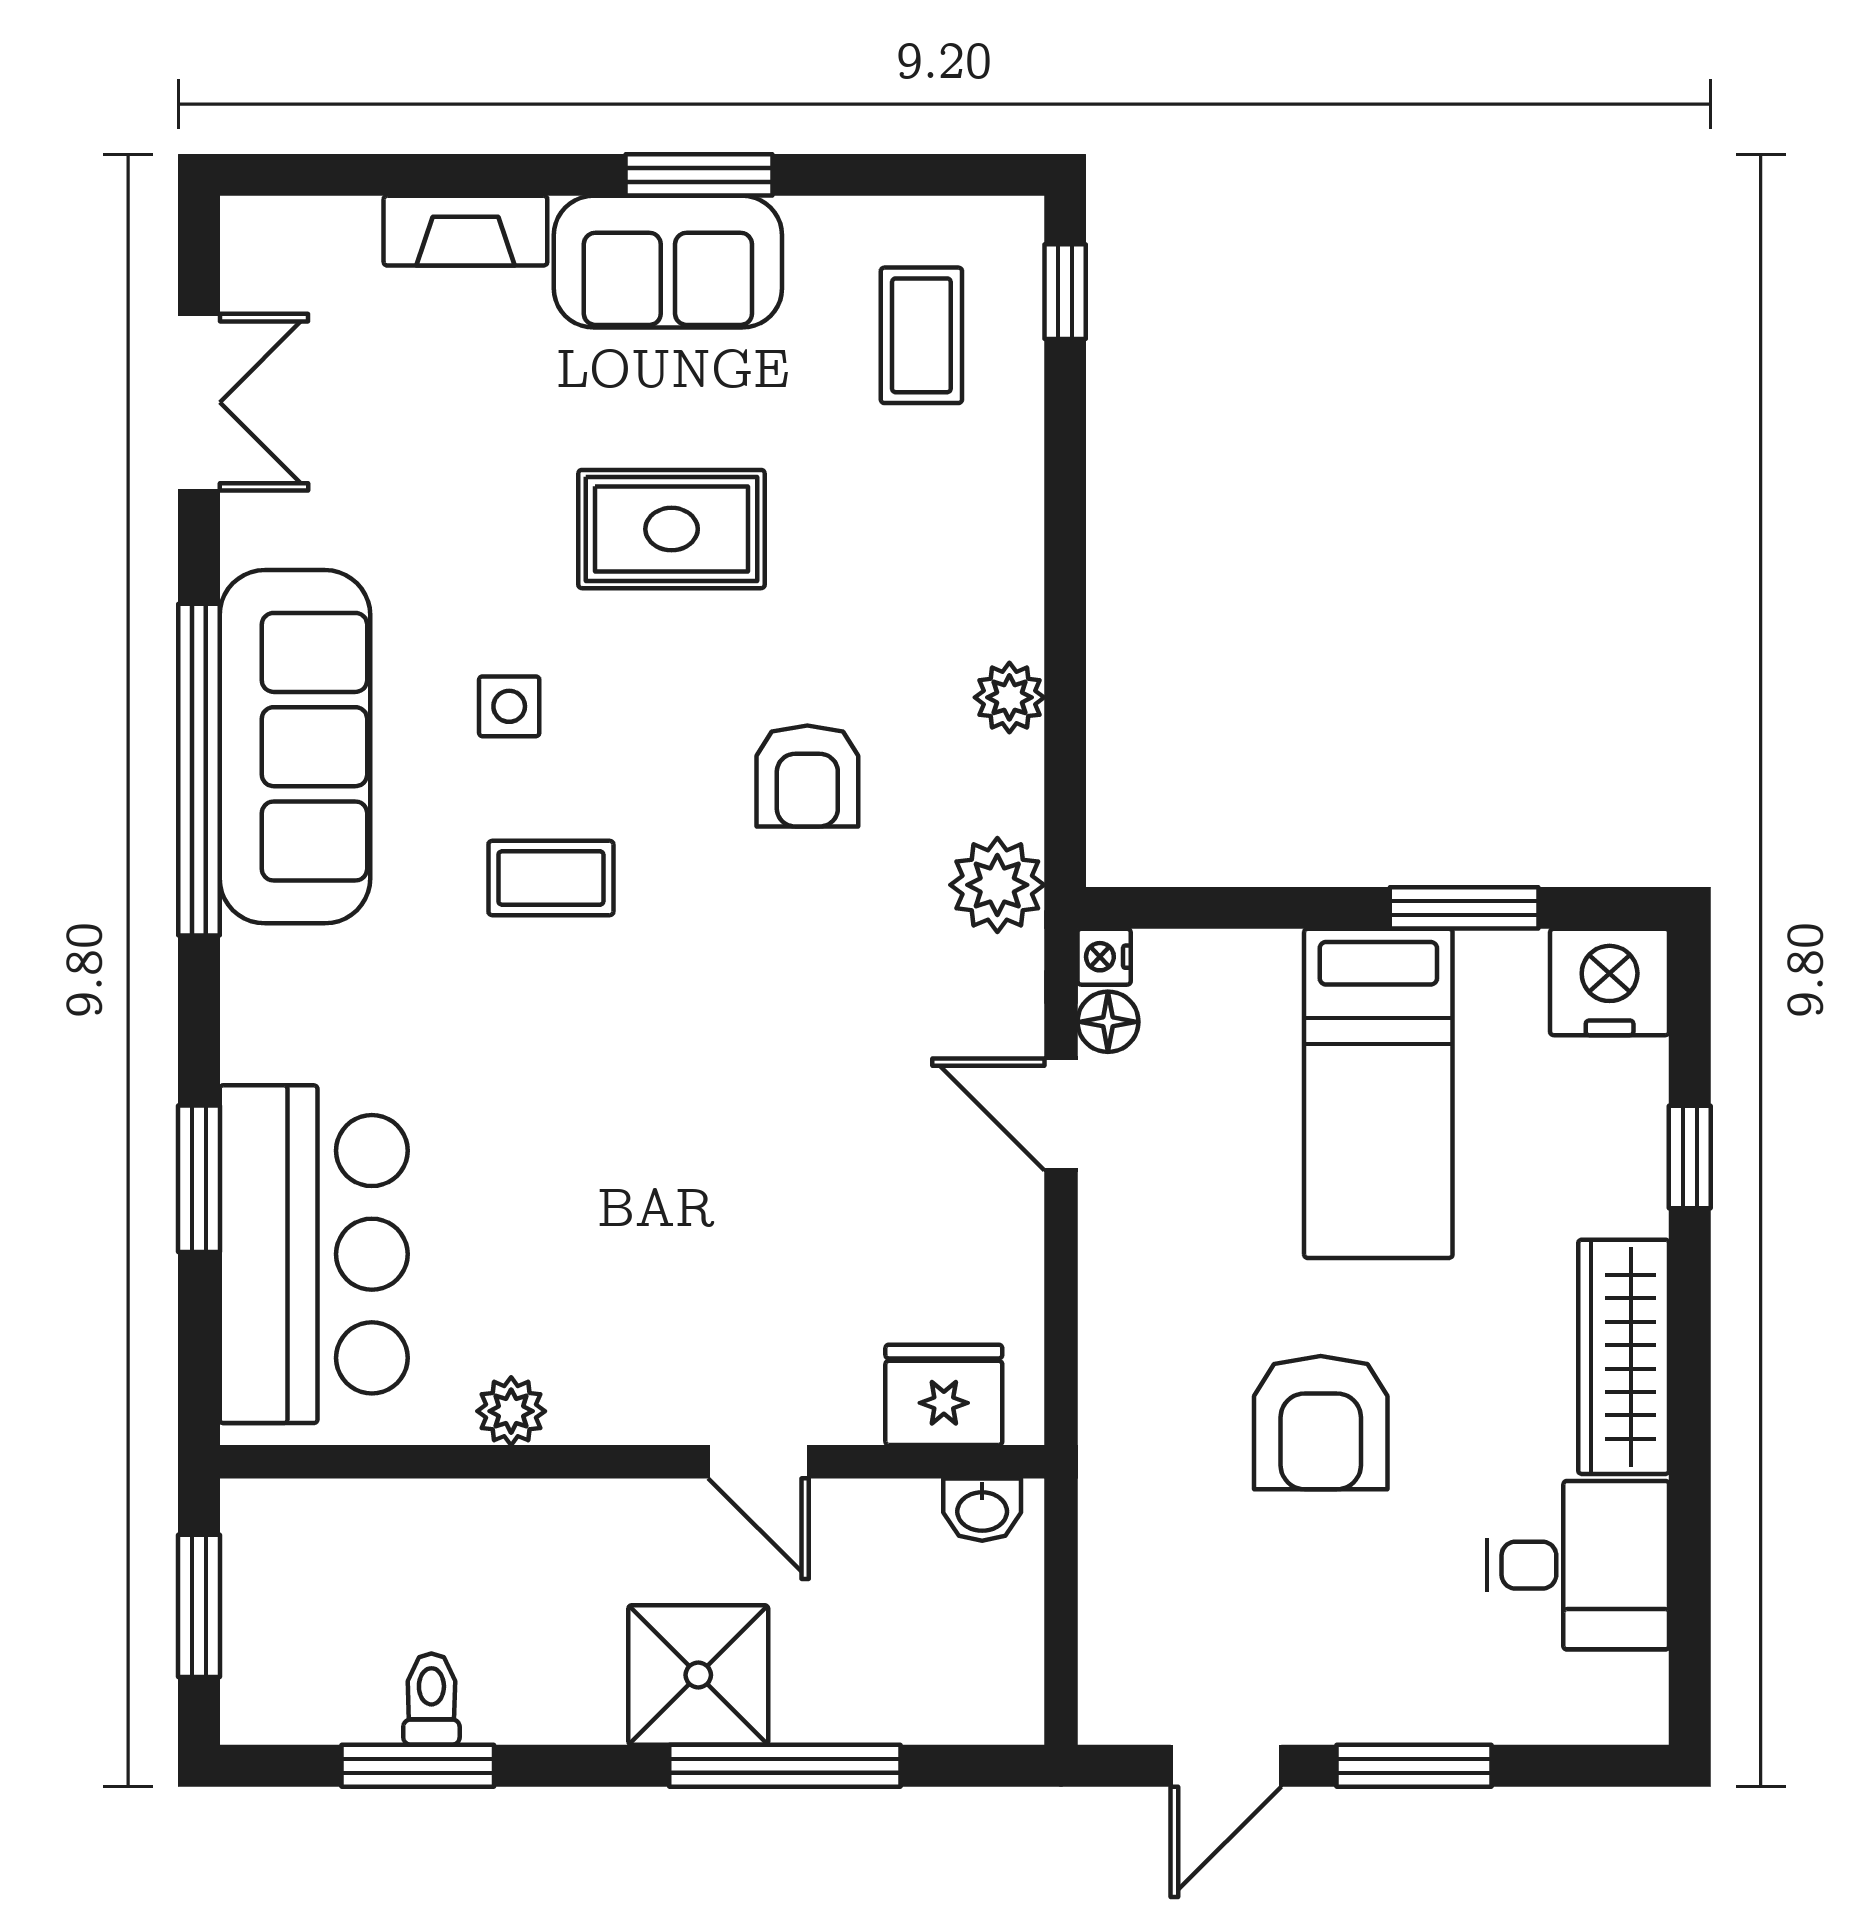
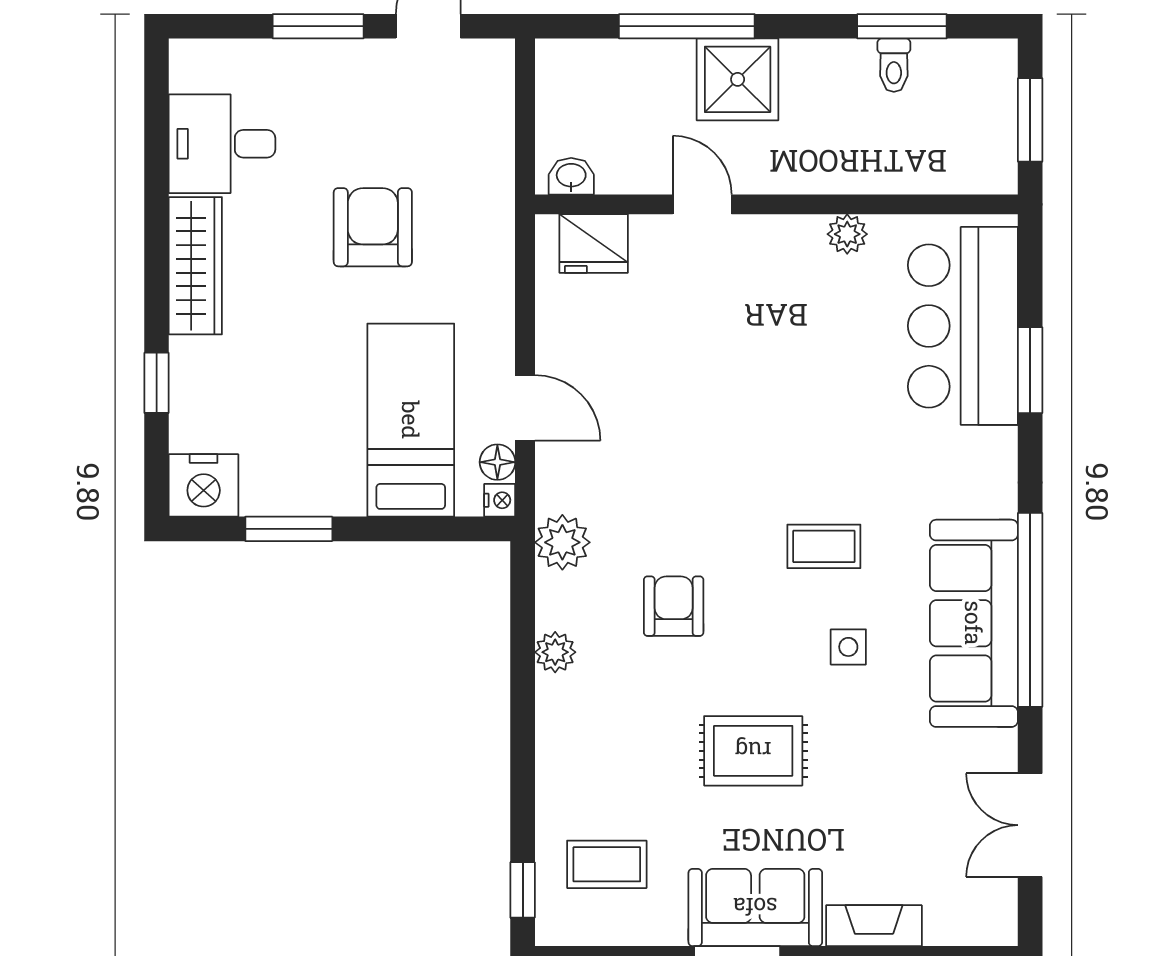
coffee table: (921, 335) -> (607, 864), turned 90
bed: (1378, 1093) -> (411, 420), moved

